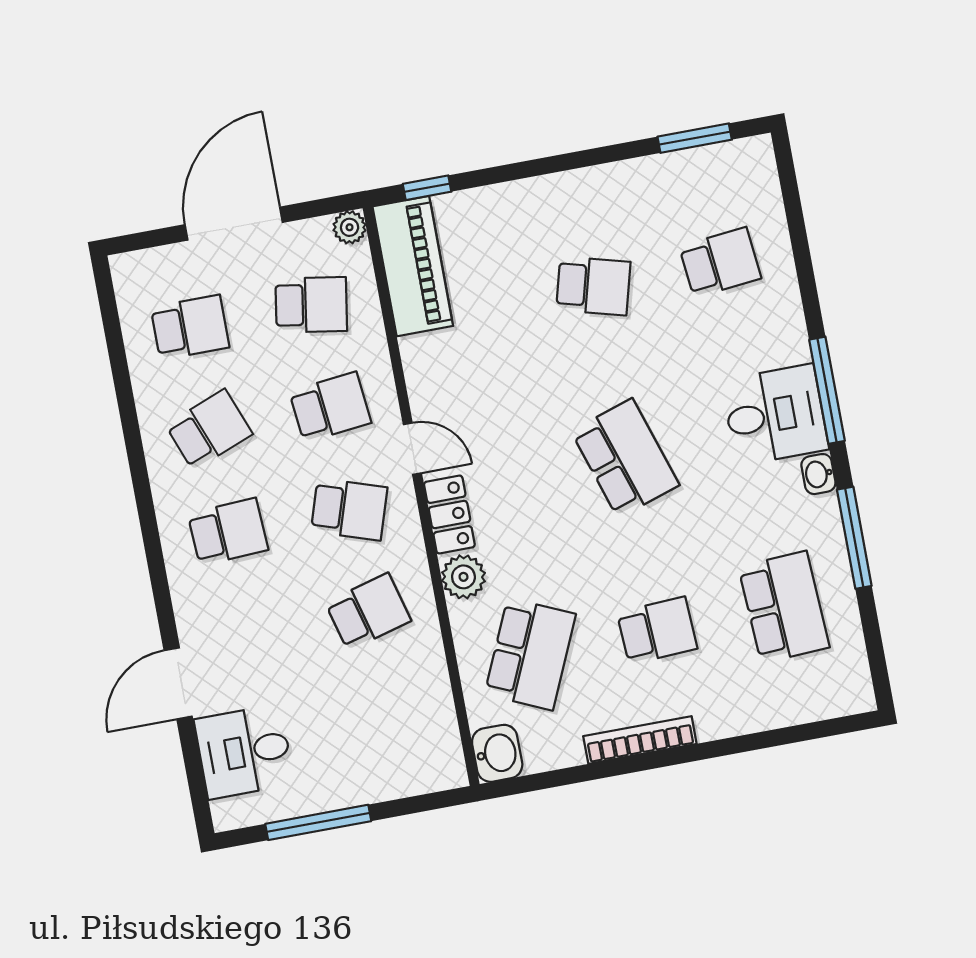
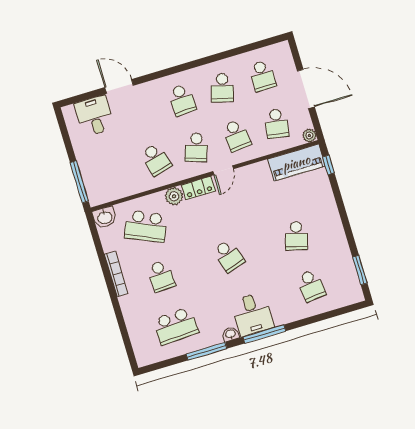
school desk: (209, 430) -> (222, 88), turned 36
school desk: (625, 458) -> (229, 256), width x0.54
window: (318, 822) -> (79, 182), moved

